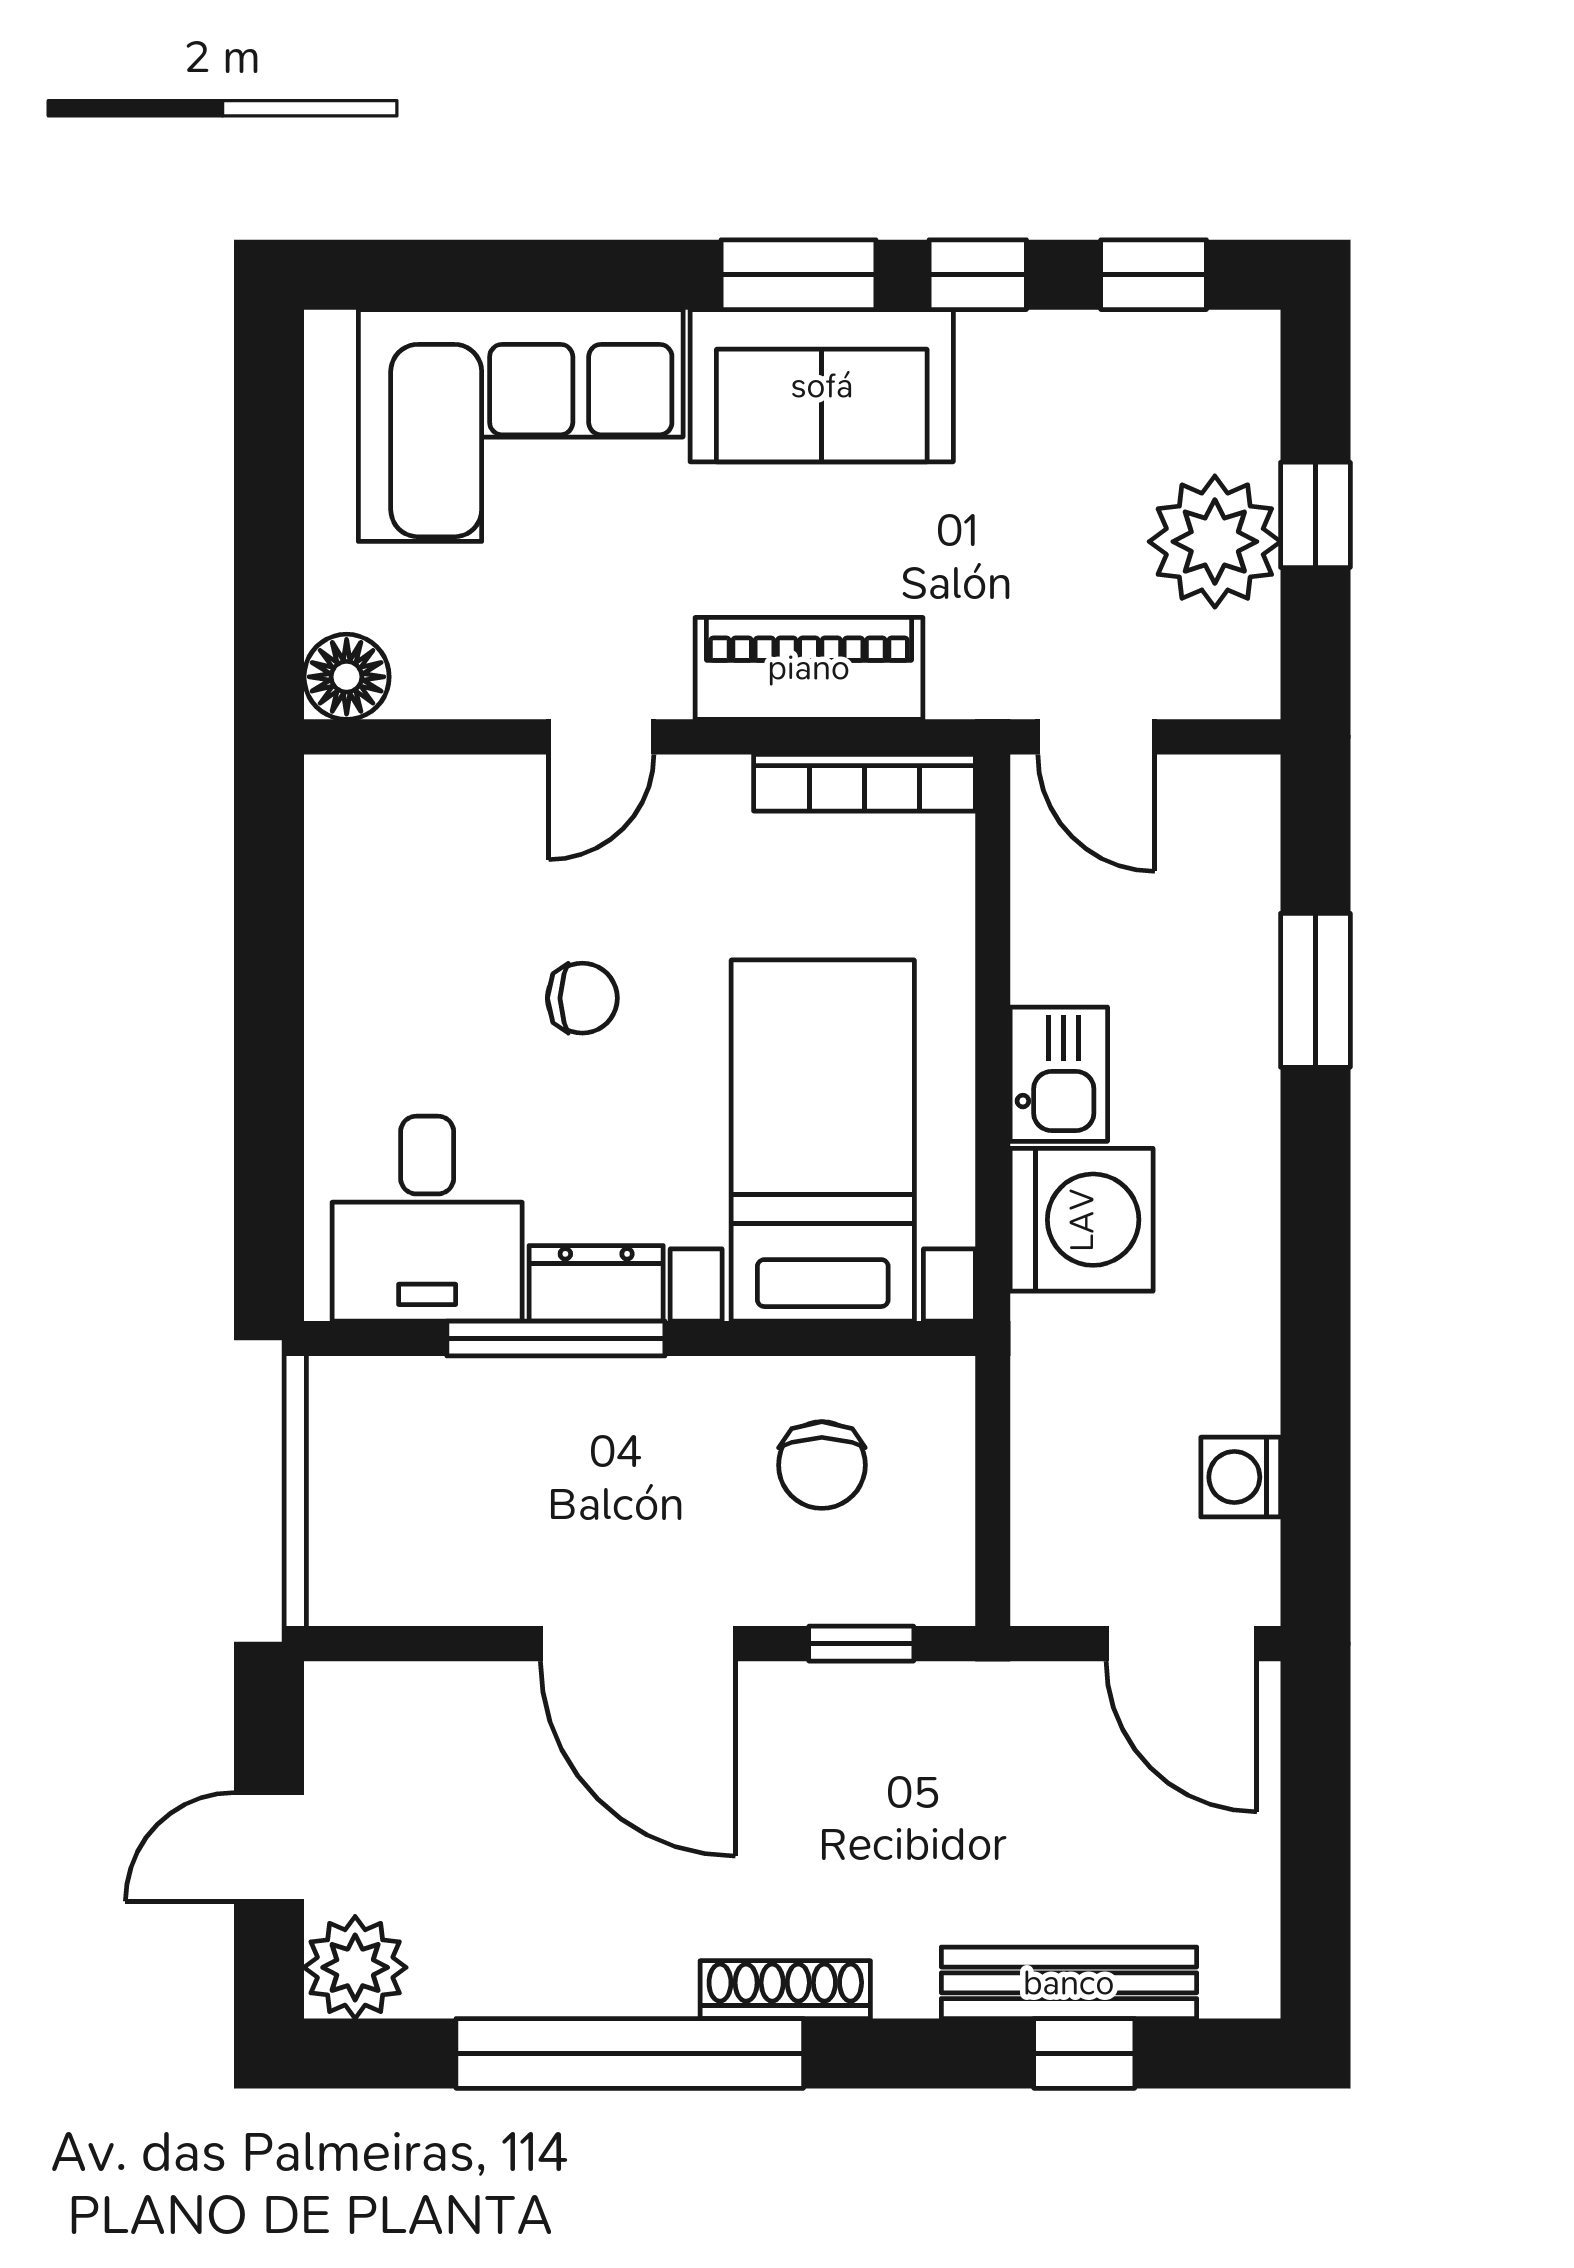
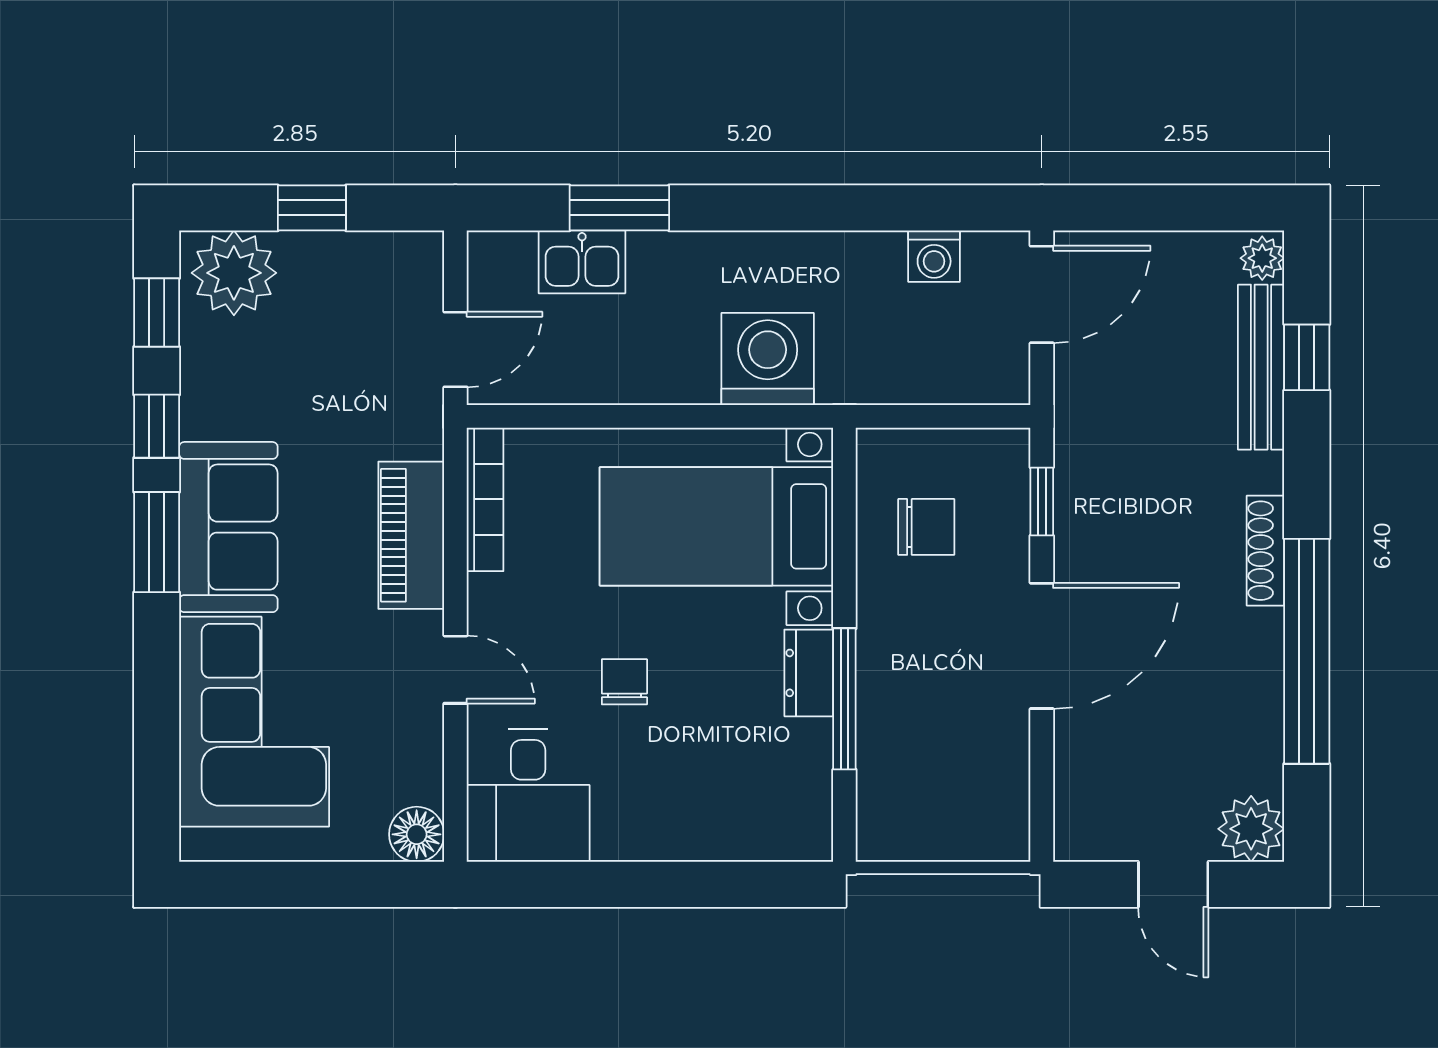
plant: (1215, 542) -> (234, 273), moved
kitchen sink: (1059, 1074) -> (582, 262), moved, turned 180
desk: (427, 1219) -> (528, 796), moved, turned 90
plant: (1238, 1985) -> (1262, 258), added

